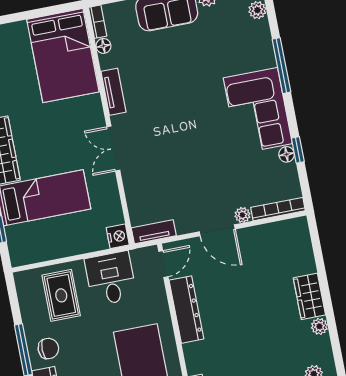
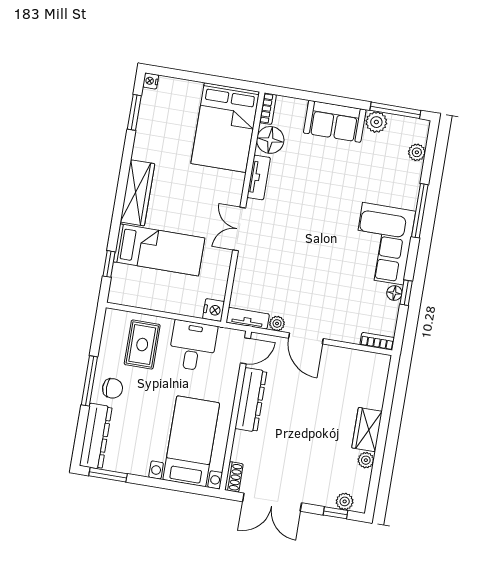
floor lamp: (103, 46) -> (270, 140), width x1.89, depth x1.89
bookcase: (278, 209) -> (377, 341), width x0.64
plant: (242, 215) -> (277, 323), moved

